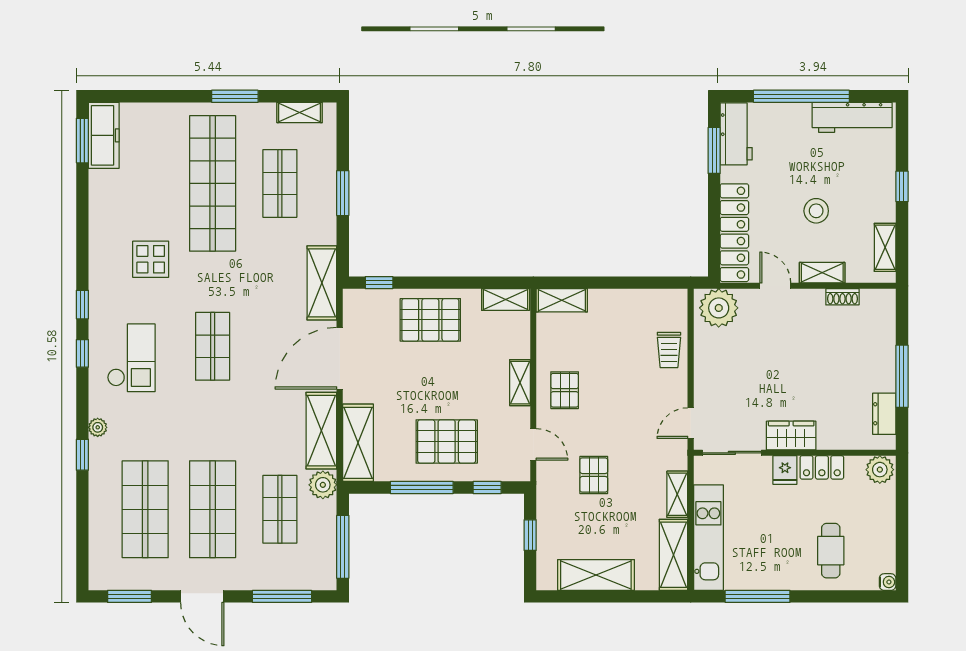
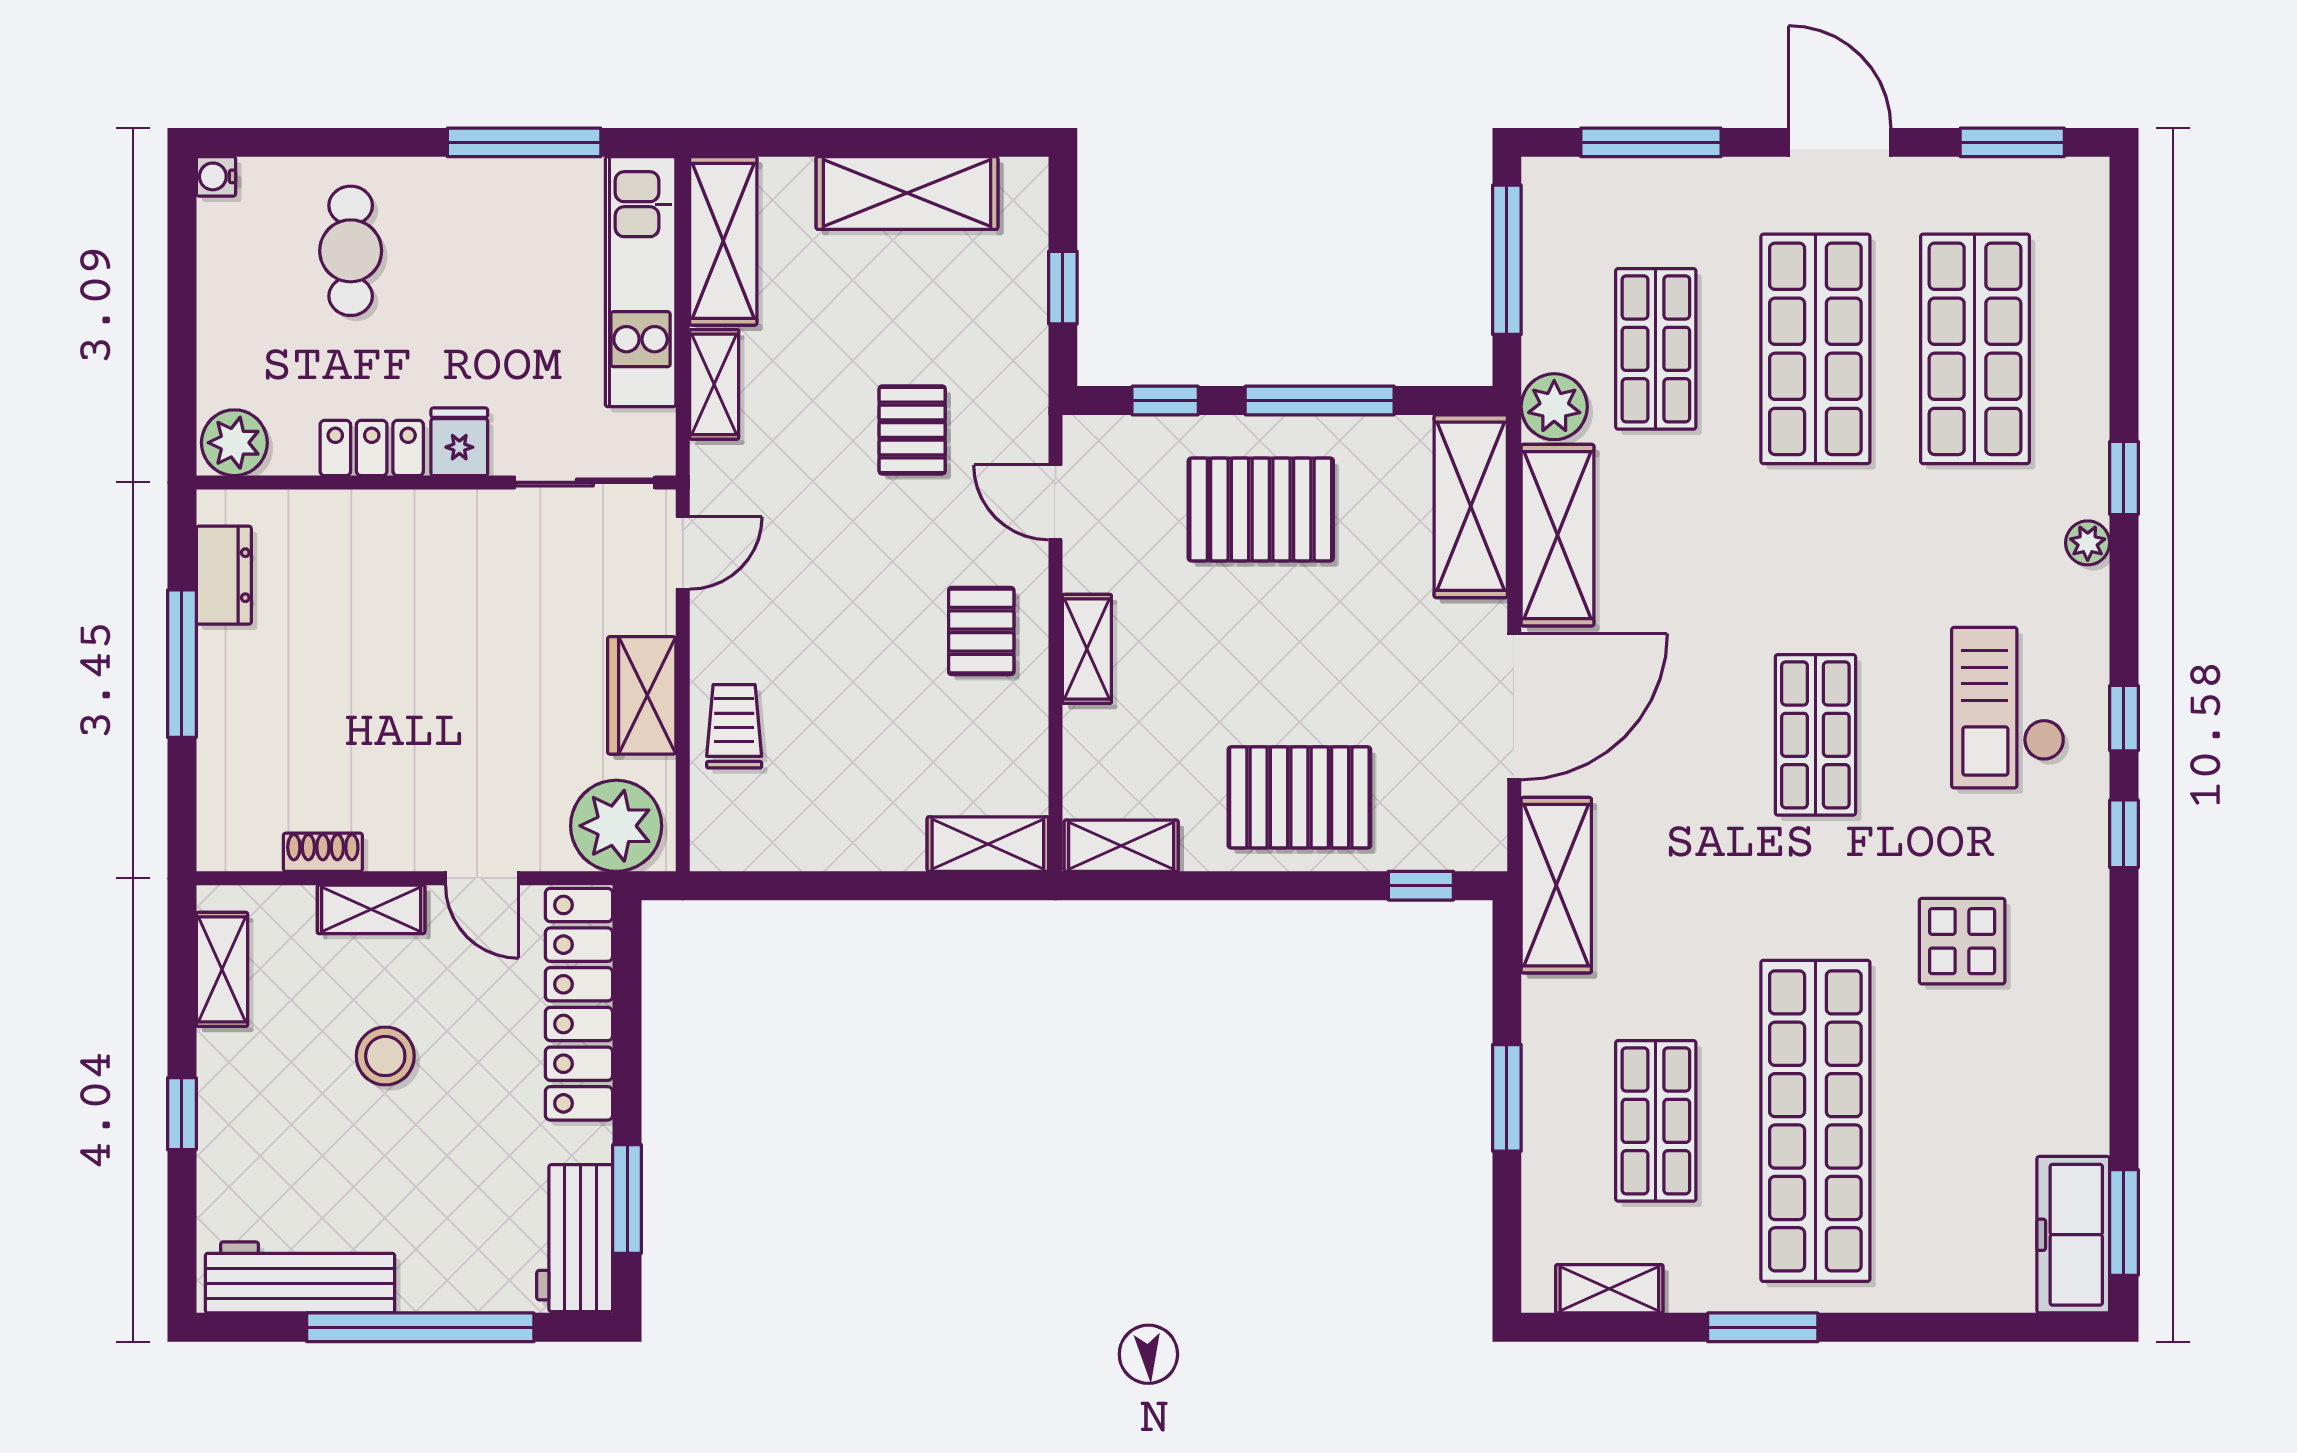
wardrobe: (791, 436) -> (642, 695), moved, turned 90

